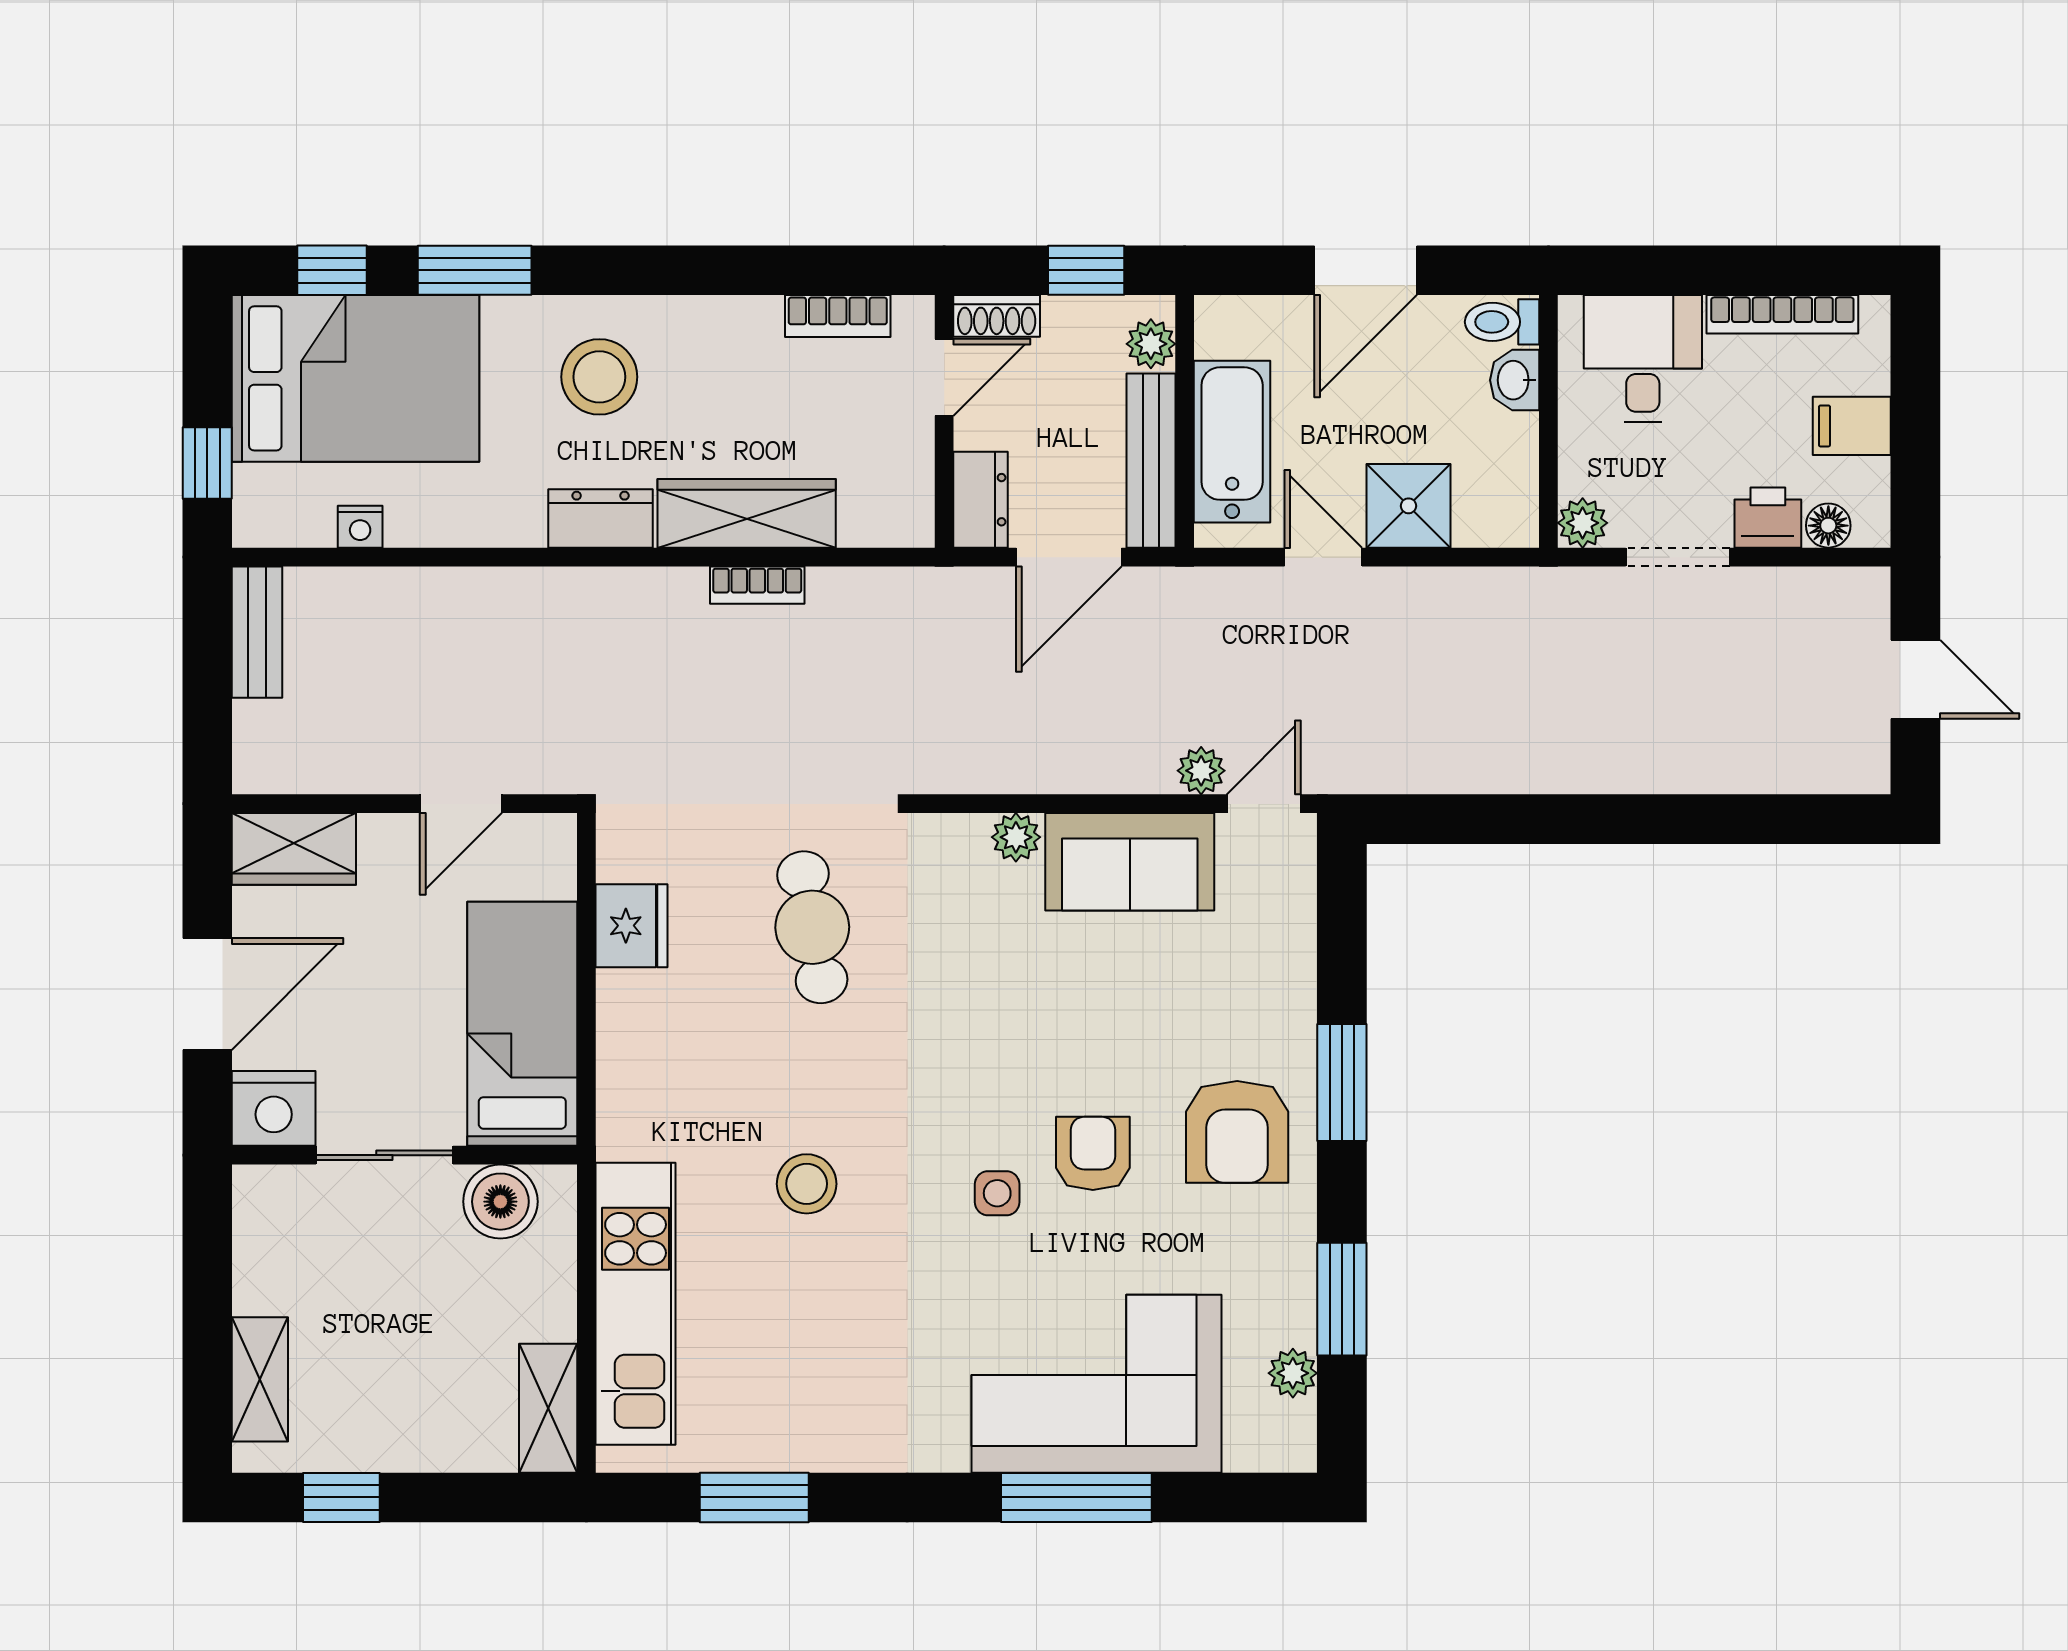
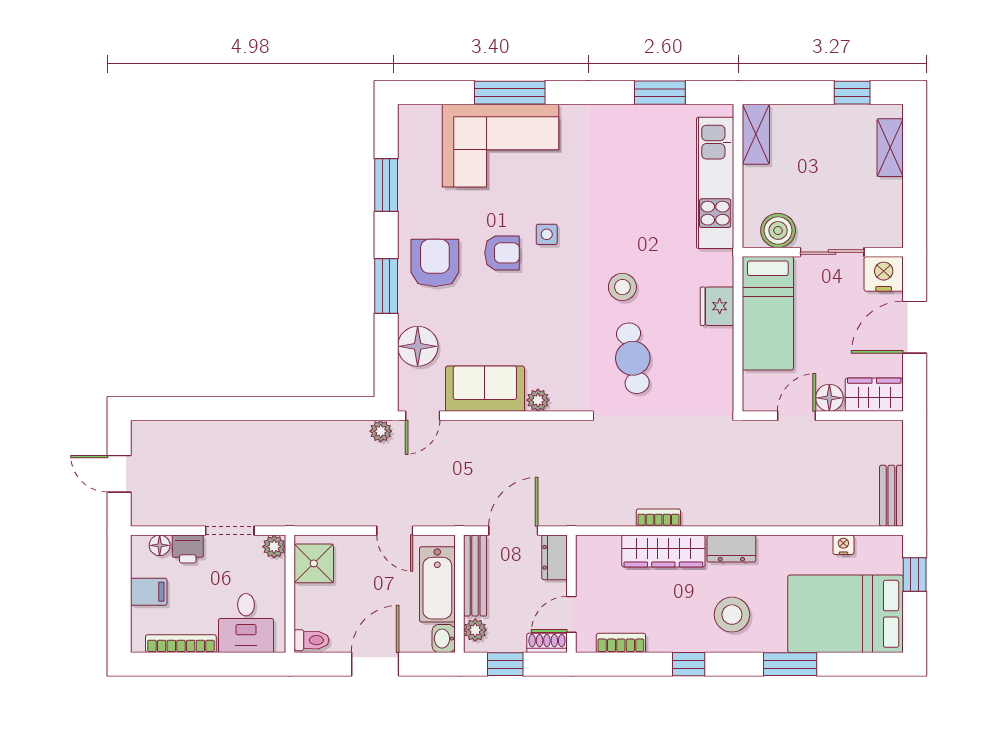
window: (332, 270) -> (689, 664), moved
washbasin: (1515, 380) -> (444, 639), moved, turned 180
shower: (1408, 506) -> (314, 563), moved
plant: (1201, 771) -> (381, 431), moved
floor lamp: (390, 842) -> (829, 398), added
fridge: (632, 926) -> (717, 306), moved
floor lamp: (1274, 953) -> (418, 346), added
armchair: (1093, 1153) -> (502, 253), turned -90
stool: (807, 1184) -> (622, 287), moved
plant: (1293, 1373) -> (409, 151), removed

